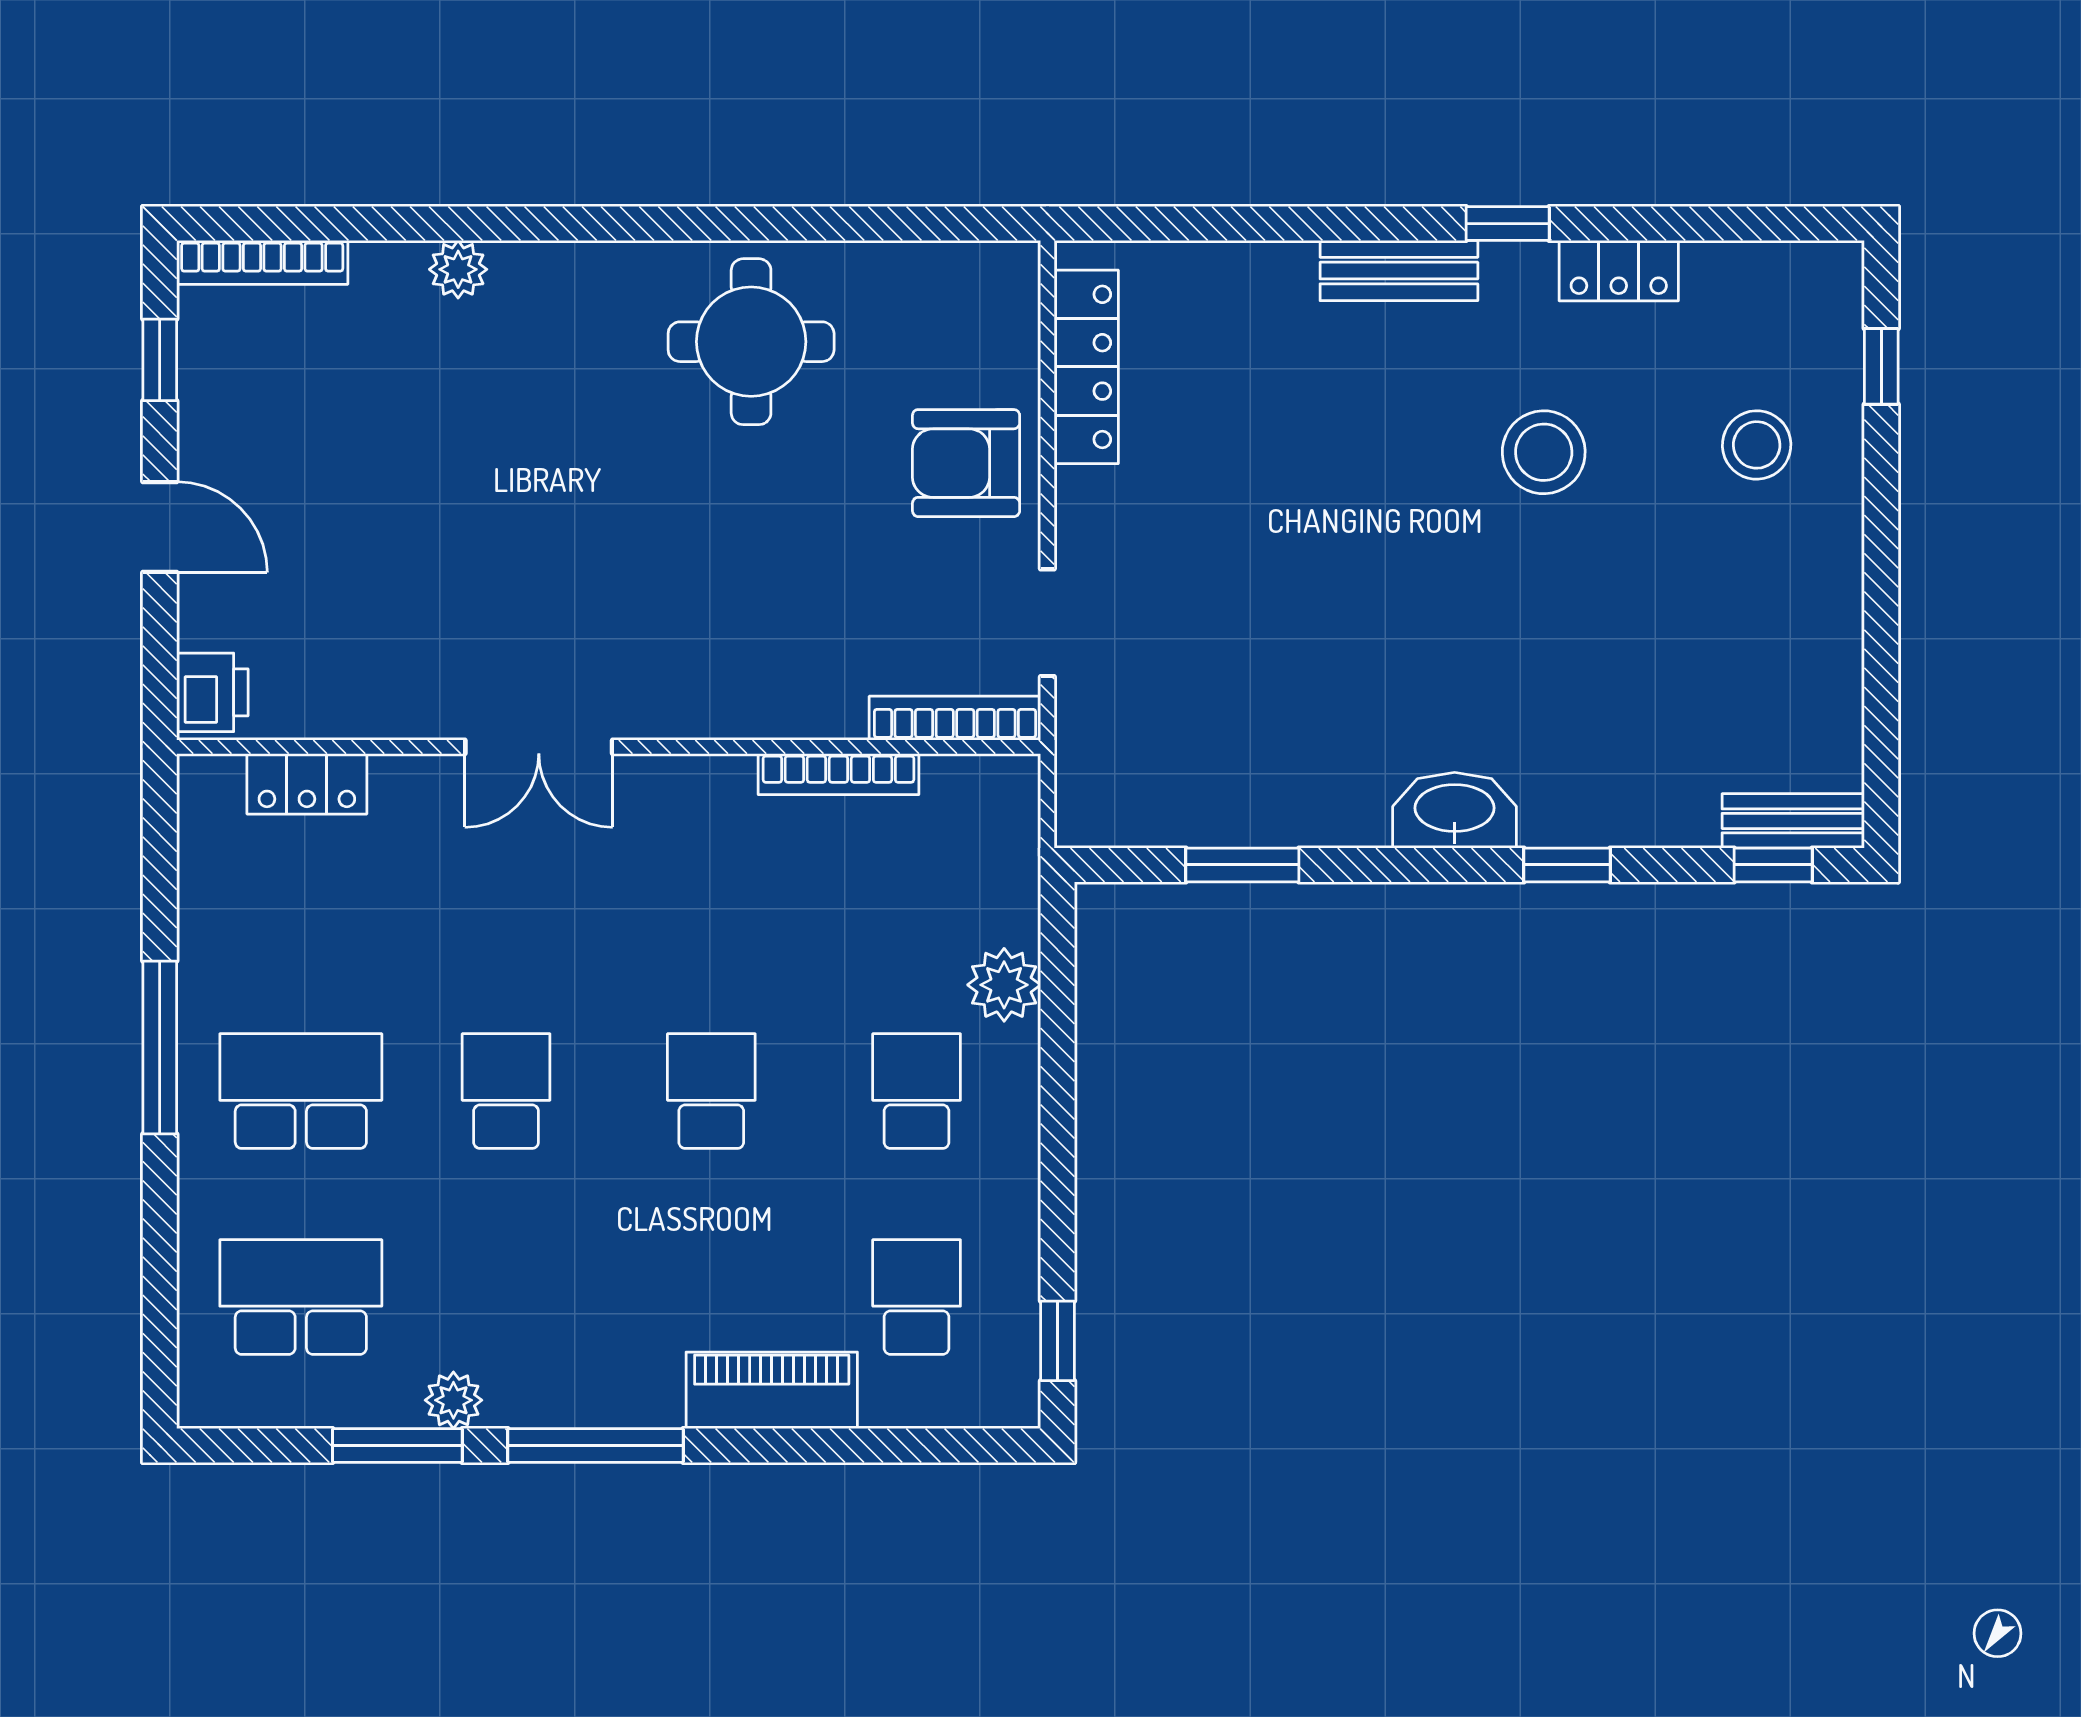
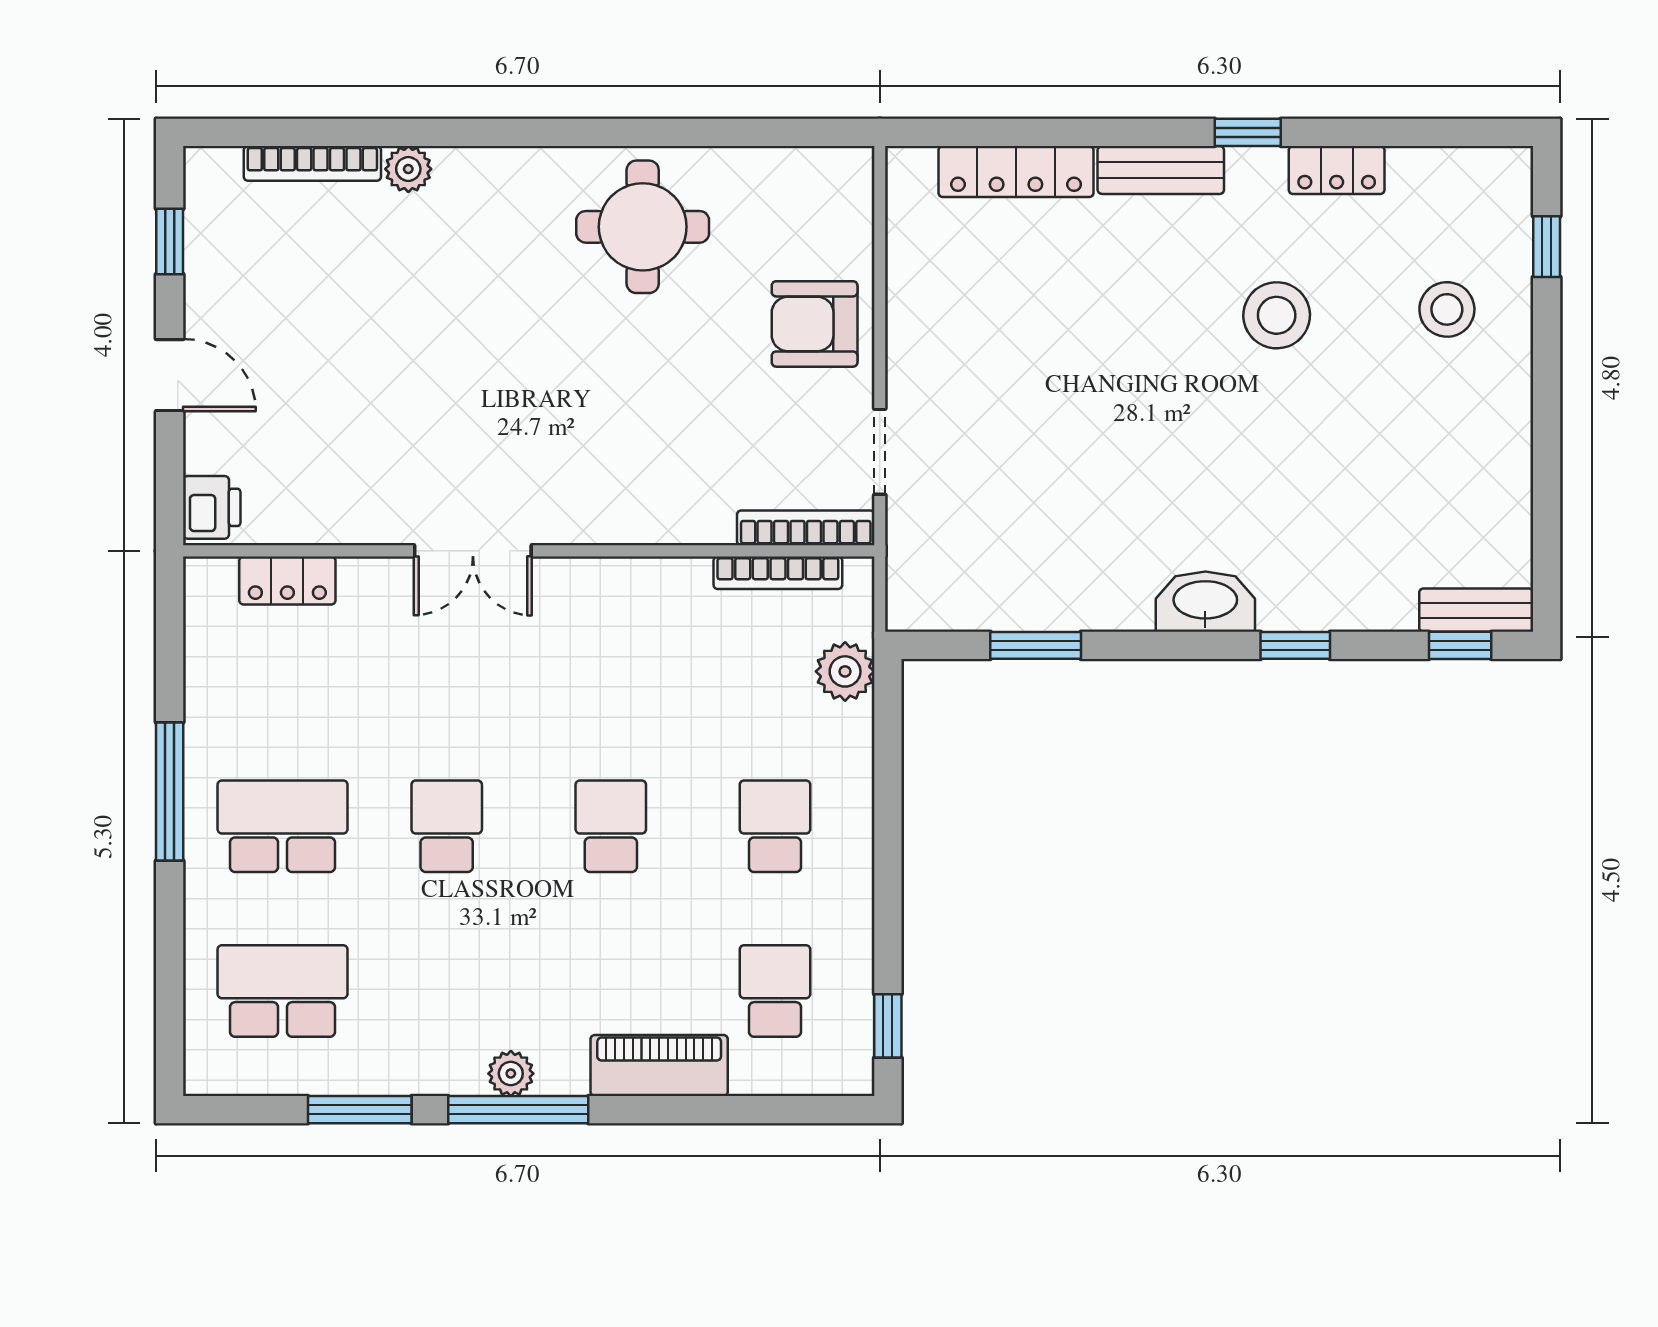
bookcase: (262, 262) -> (312, 163), moved
locker: (1086, 367) -> (1016, 172), moved, turned 90
bookcase: (838, 774) -> (778, 573), moved
plant: (1004, 985) -> (845, 671), moved
plant: (453, 1400) -> (511, 1074), moved

